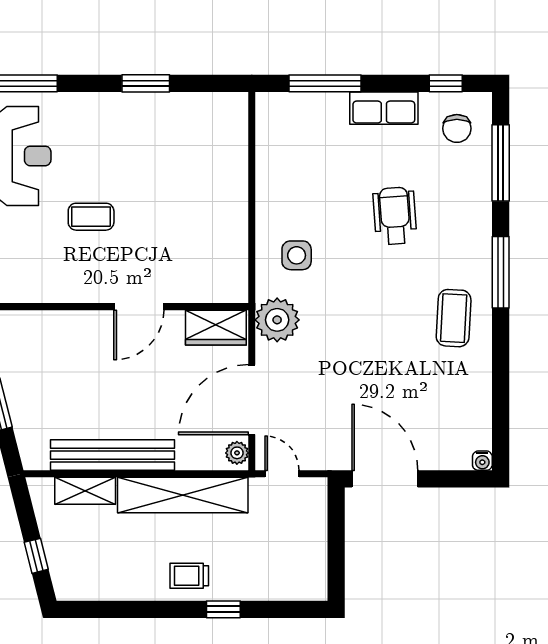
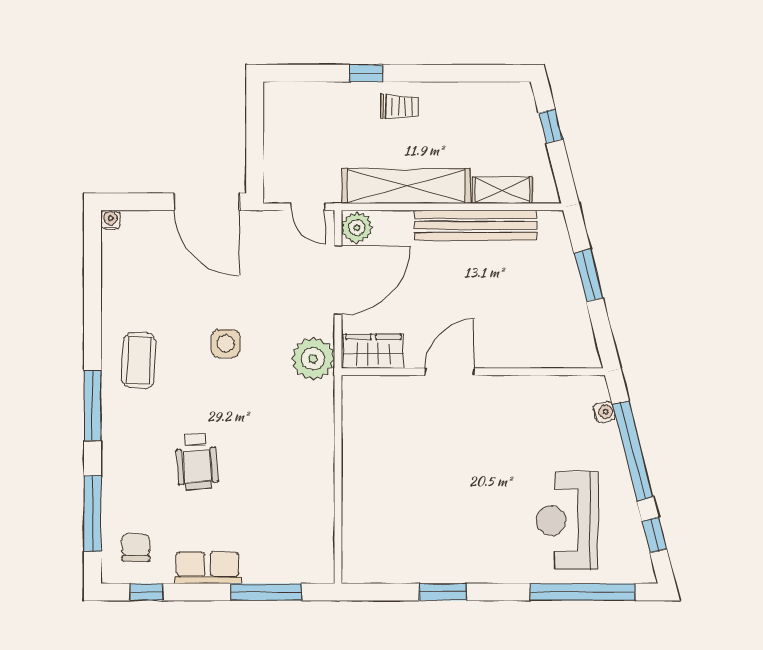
coffee table: (91, 217) -> (497, 461), removed
side table: (297, 255) -> (226, 344), moved
plant: (237, 453) -> (357, 228), width x1.38, depth x1.38

